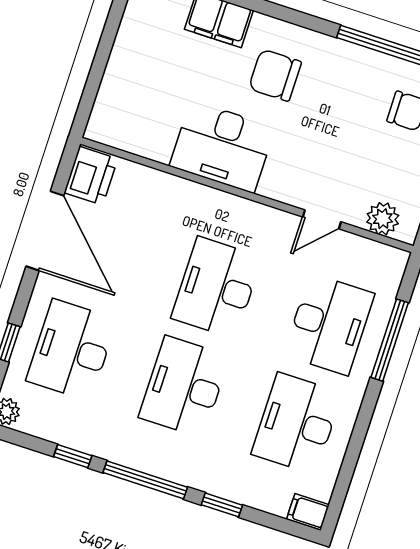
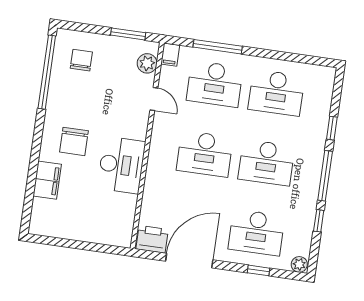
desk: (329, 324) -> (215, 84), turned 180
filing cabinet: (308, 512) -> (170, 55), moved

